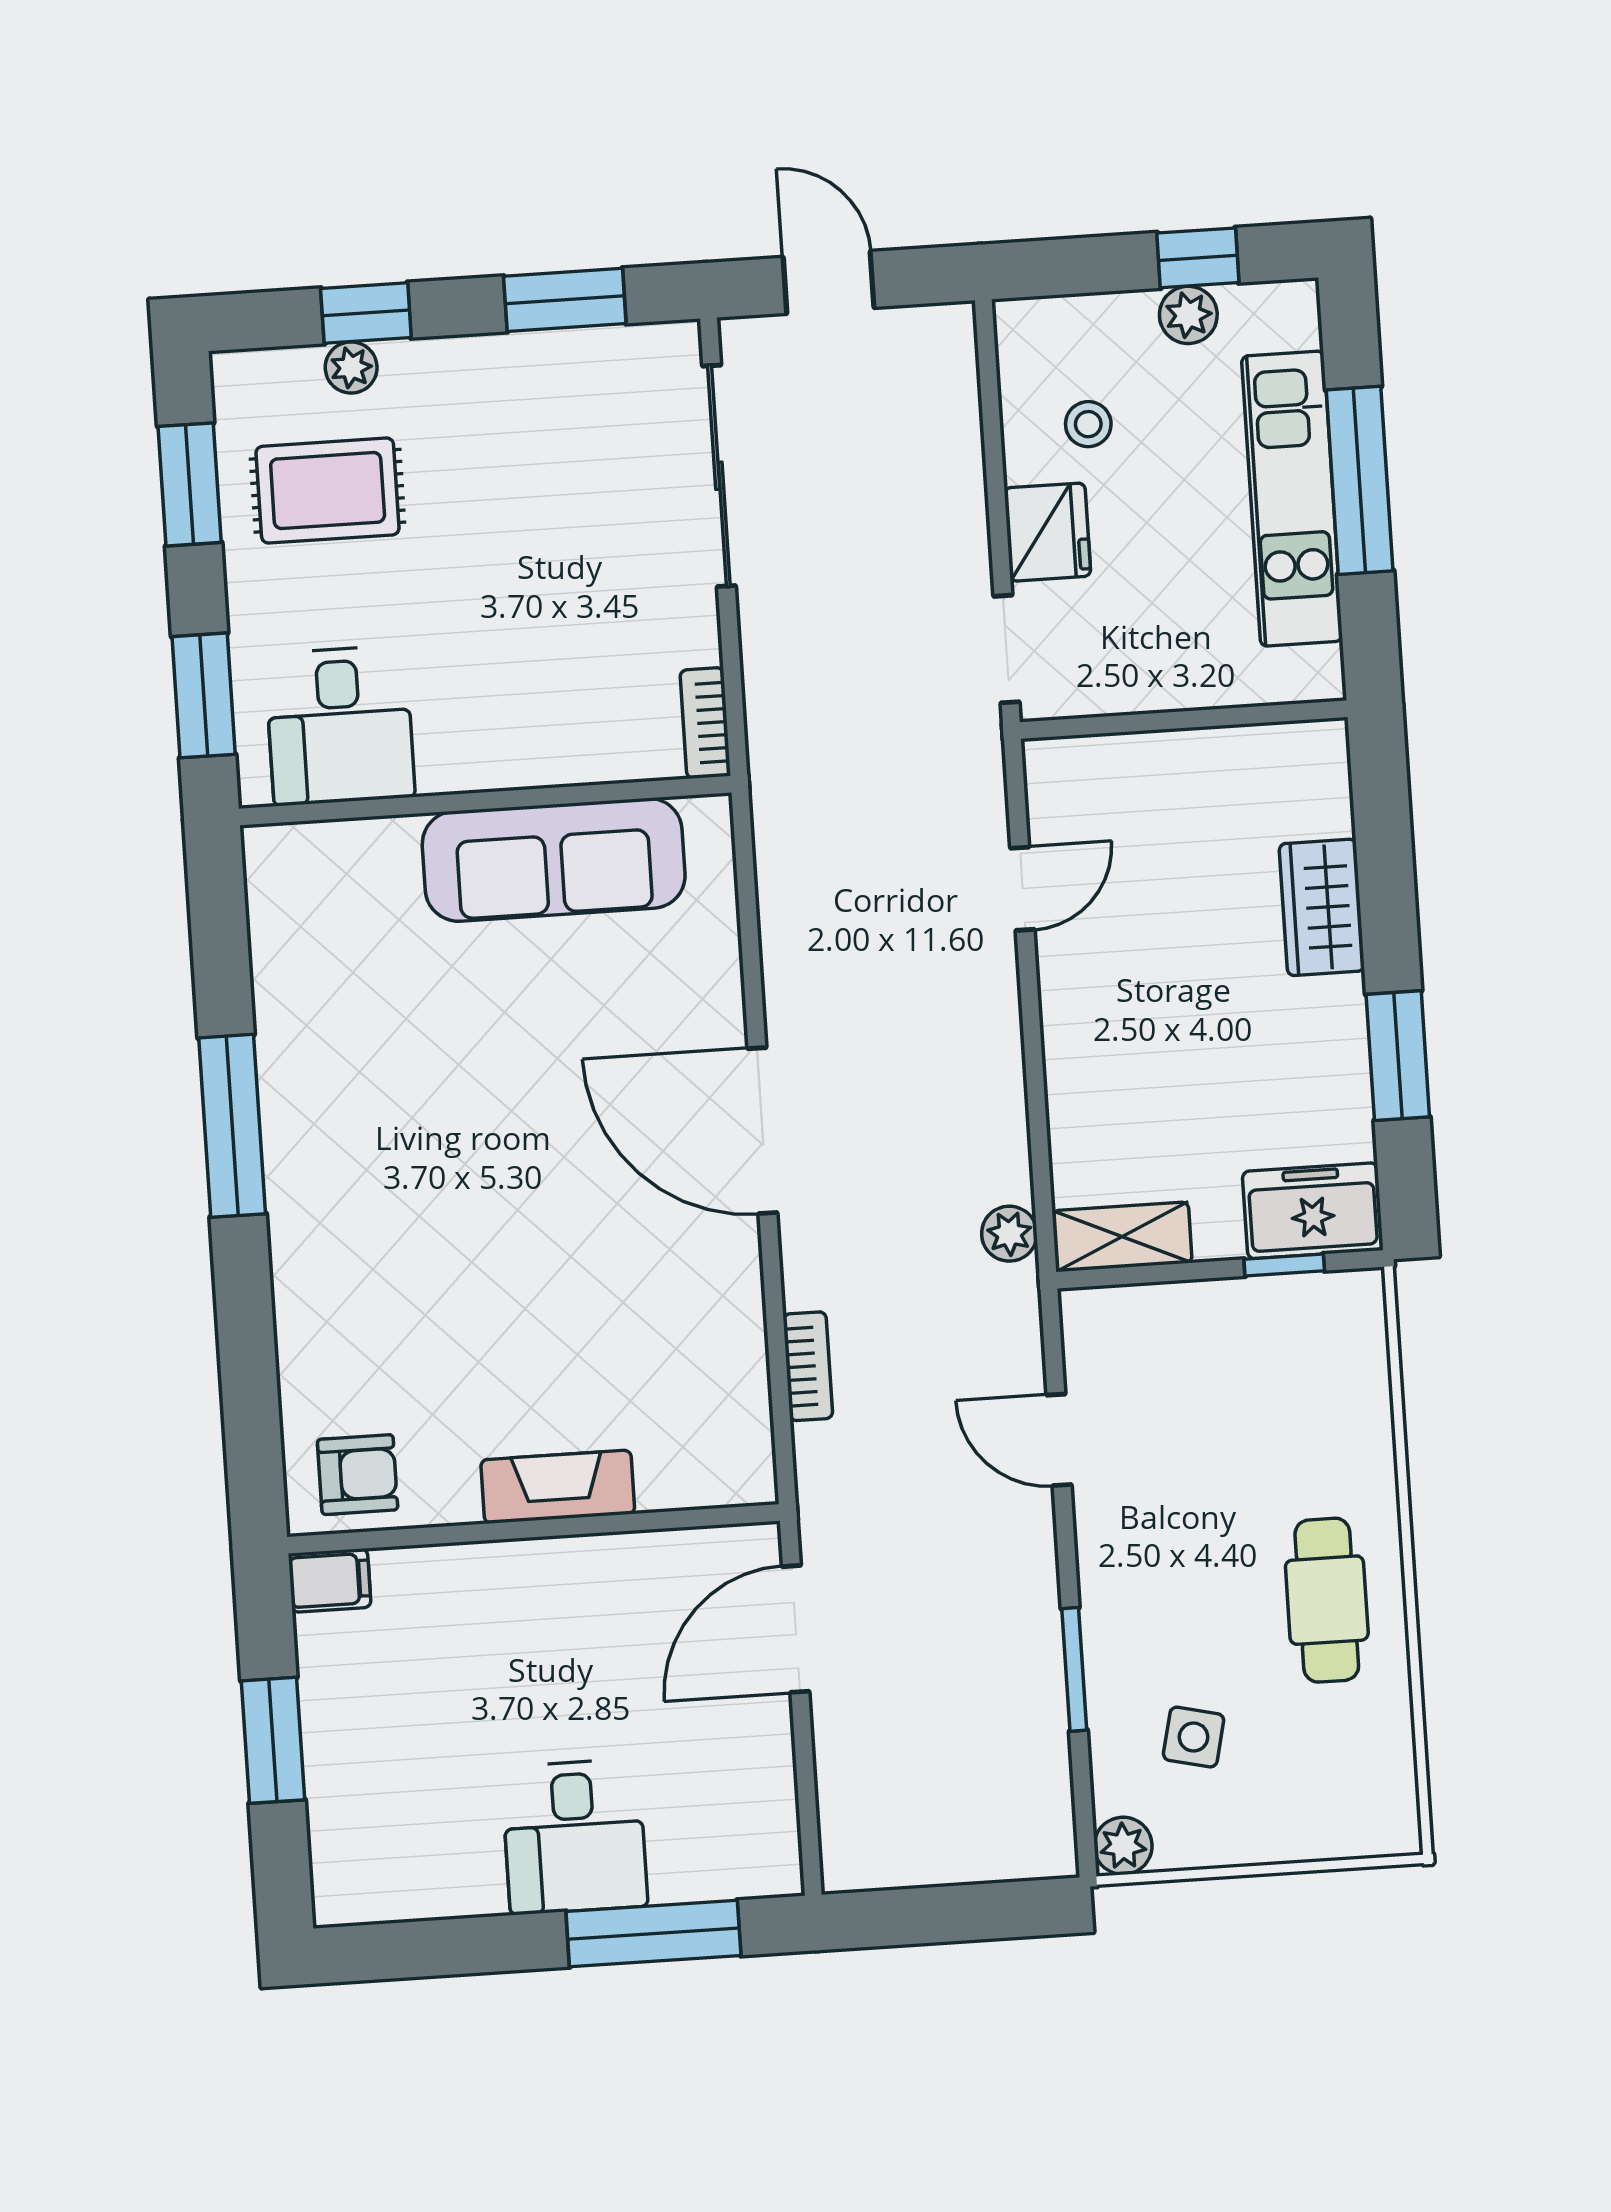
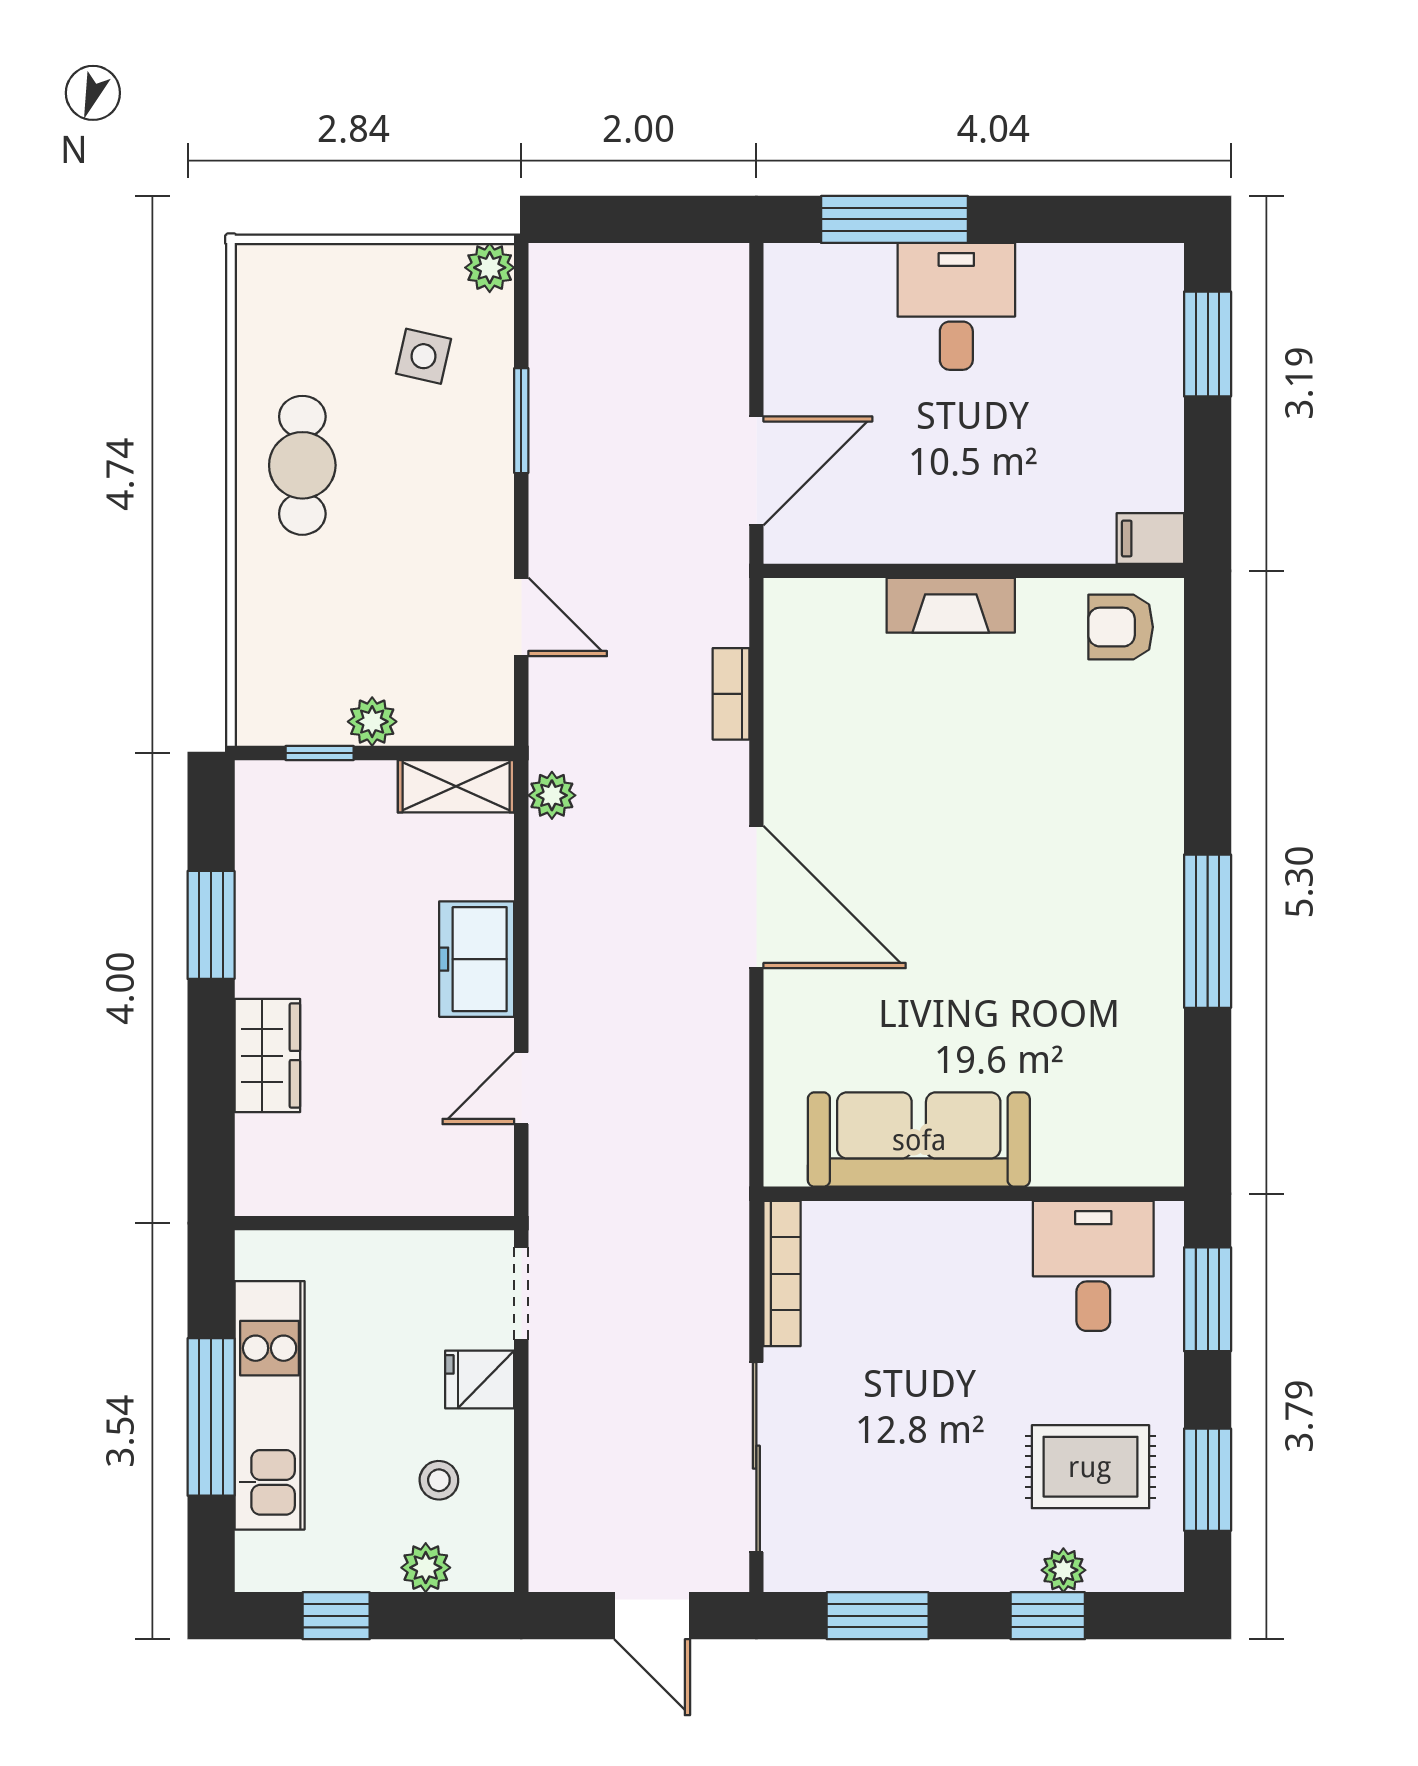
plant: (1188, 315) -> (426, 1568), moved
fridge: (1047, 532) -> (480, 1380), width x0.72
bookcase: (705, 723) -> (782, 1274), width x1.56
freezer: (1313, 1211) -> (477, 959), moved, turned 90
plant: (1225, 1306) -> (372, 722), added
window: (273, 1740) -> (1208, 344), moved

